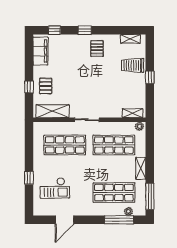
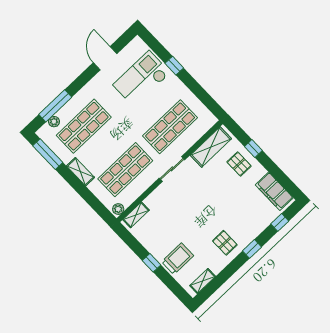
checkout: (55, 188) -> (142, 79), width x1.36, depth x1.21

